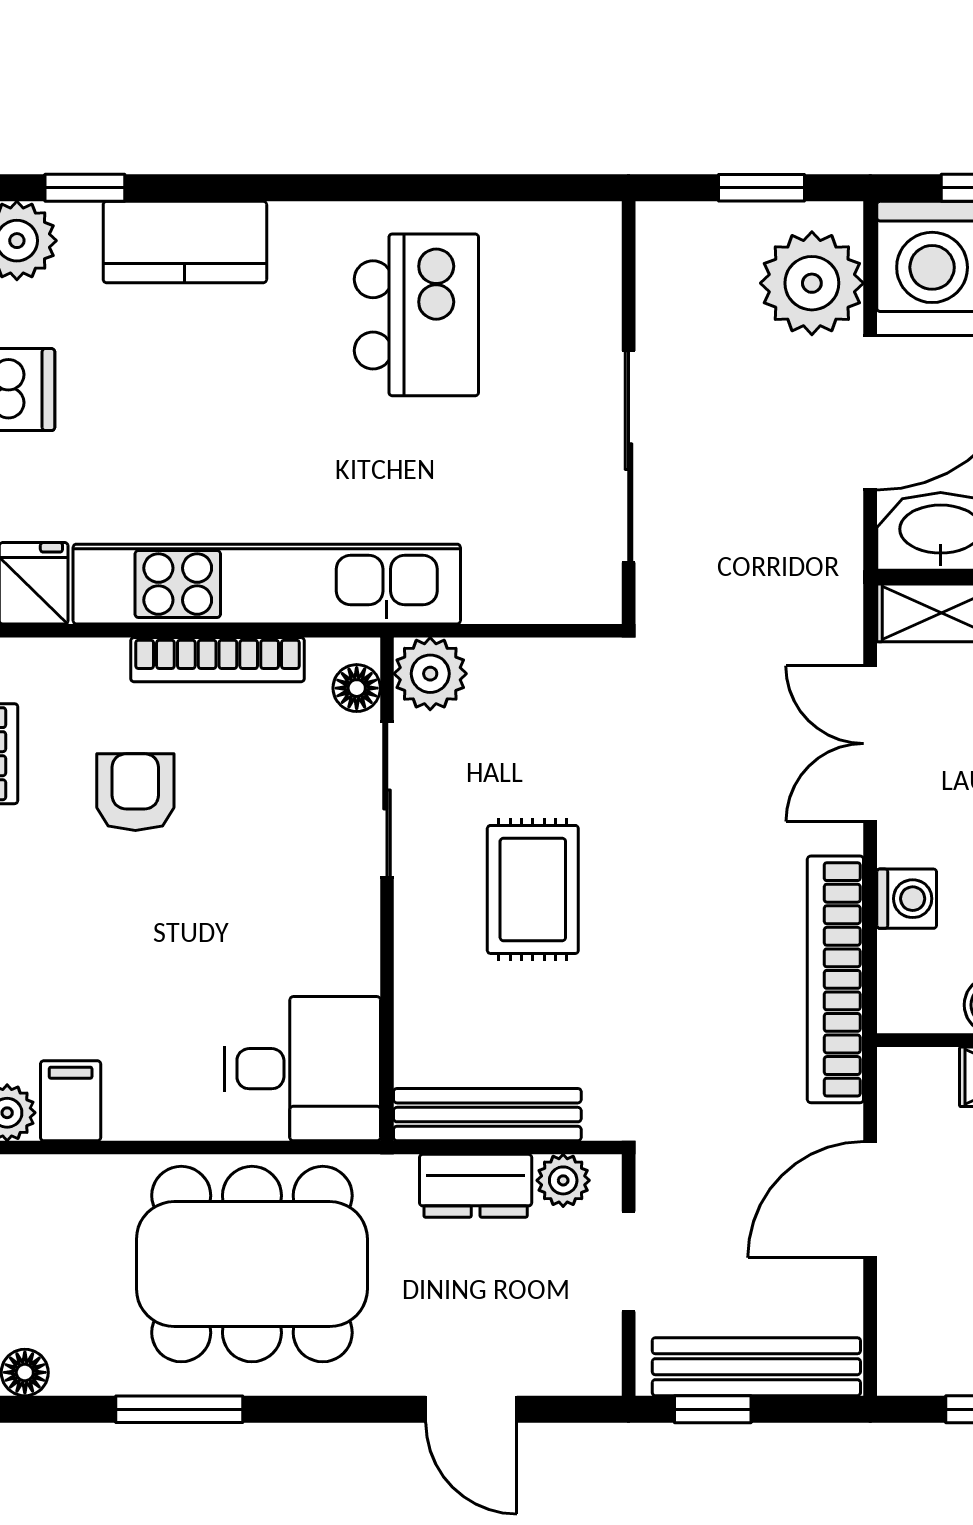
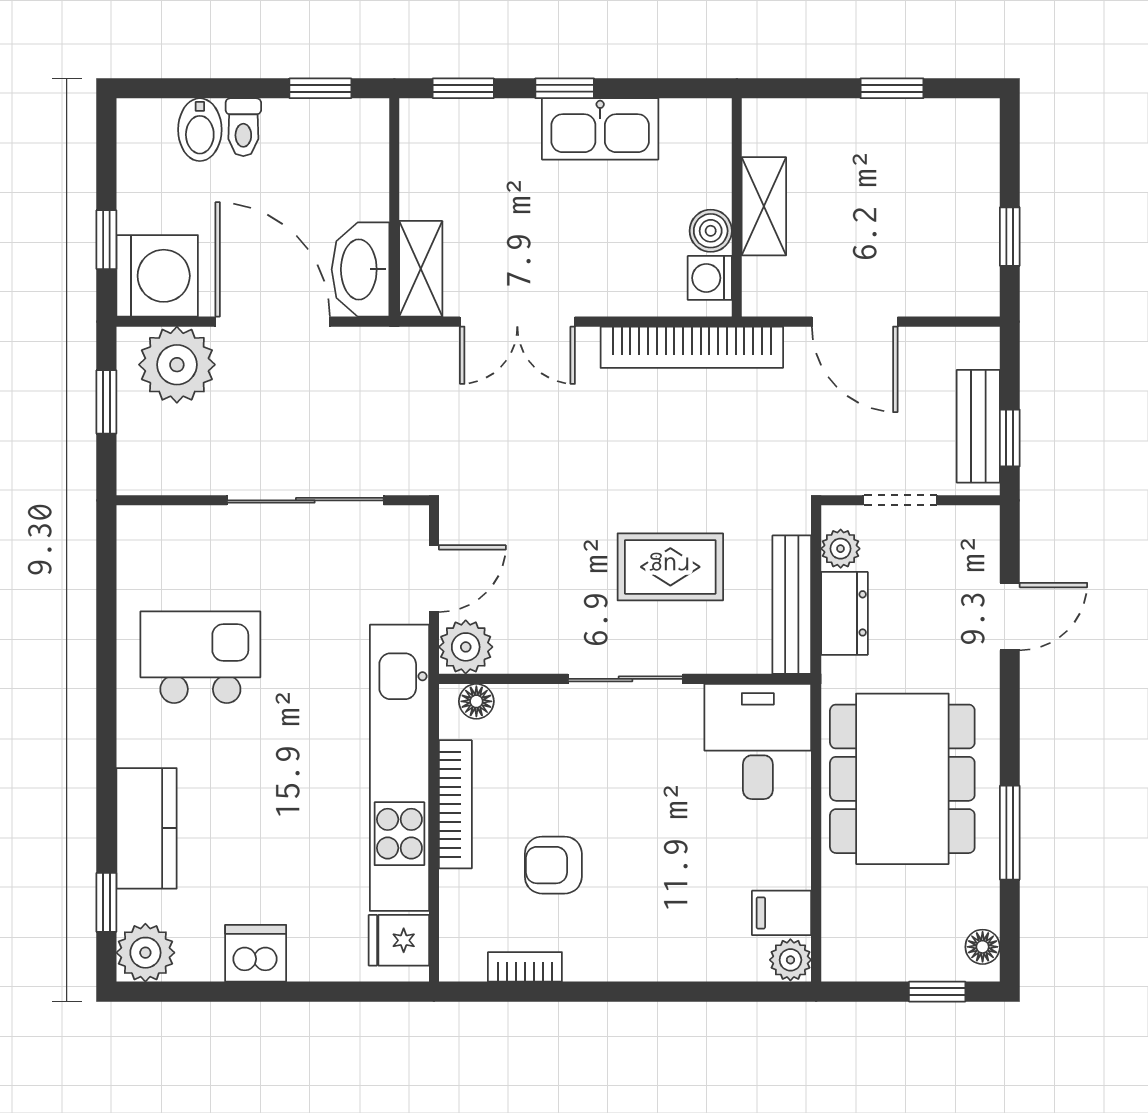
door: (523, 631) -> (434, 579), added
sliding door: (387, 800) -> (625, 679), moved
rug: (533, 889) -> (670, 567), moved
washing machine: (907, 899) -> (710, 278), moved, turned -90
bench: (756, 1367) -> (978, 426), width x0.73

